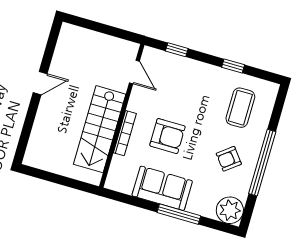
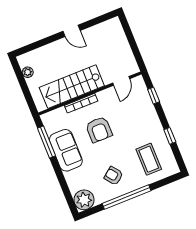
coffee table: (240, 108) -> (149, 159), turned 90
plant: (48, 164) -> (28, 72), added
window: (179, 214) -> (46, 142), moved

